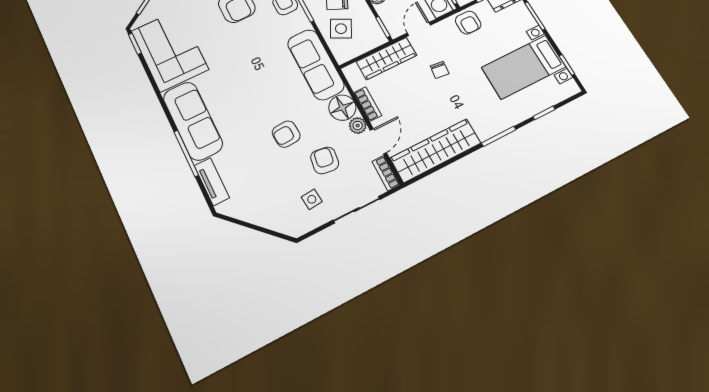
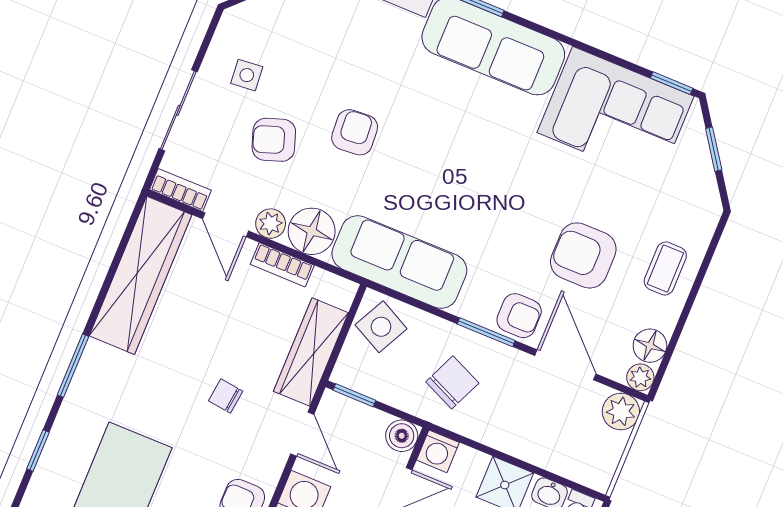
side table: (341, 29) -> (381, 327), moved
armchair: (325, 160) -> (274, 140), turned 153

